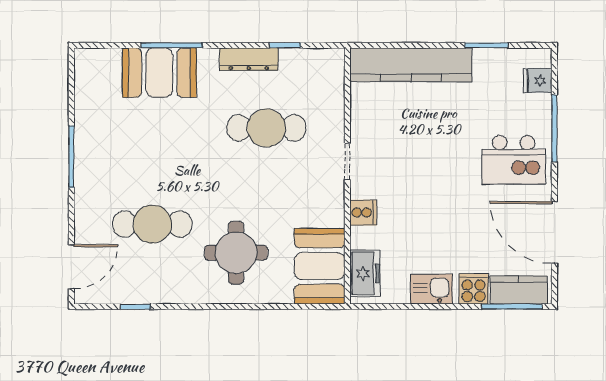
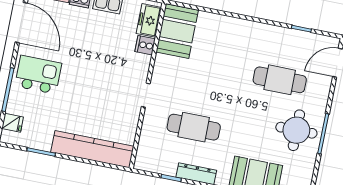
cooker: (363, 213) -> (145, 45), moved
round table: (236, 253) -> (296, 130), moved

